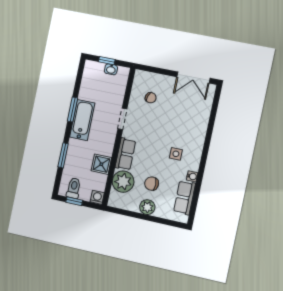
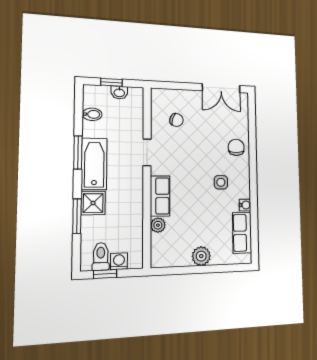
bidet: (88, 83) -> (92, 114), added
shower: (101, 164) -> (93, 203), moved
plant: (123, 182) -> (158, 225), width x0.53, depth x0.53
chair: (152, 184) -> (236, 147), moved, turned 90
washing machine: (97, 197) -> (119, 261), moved

